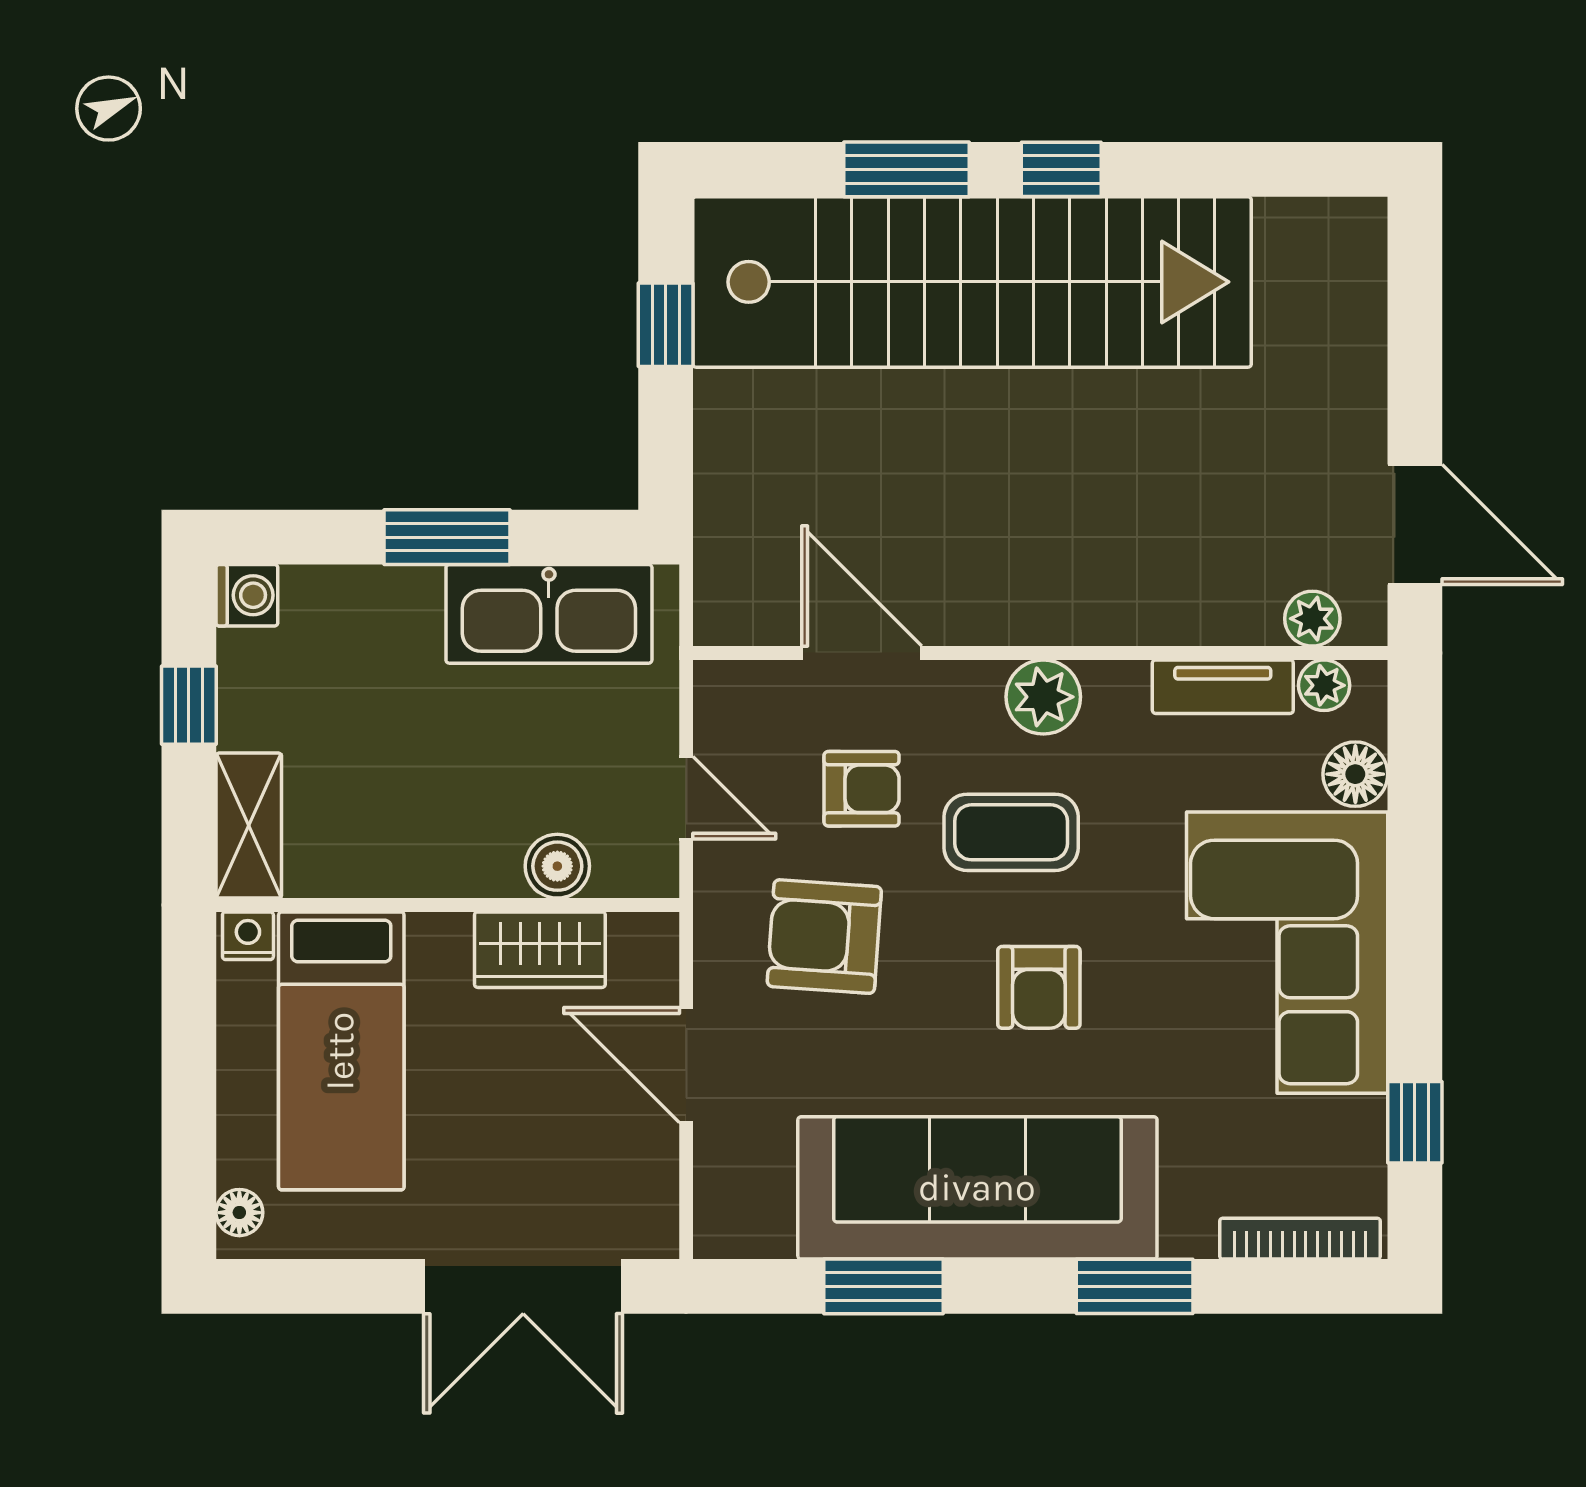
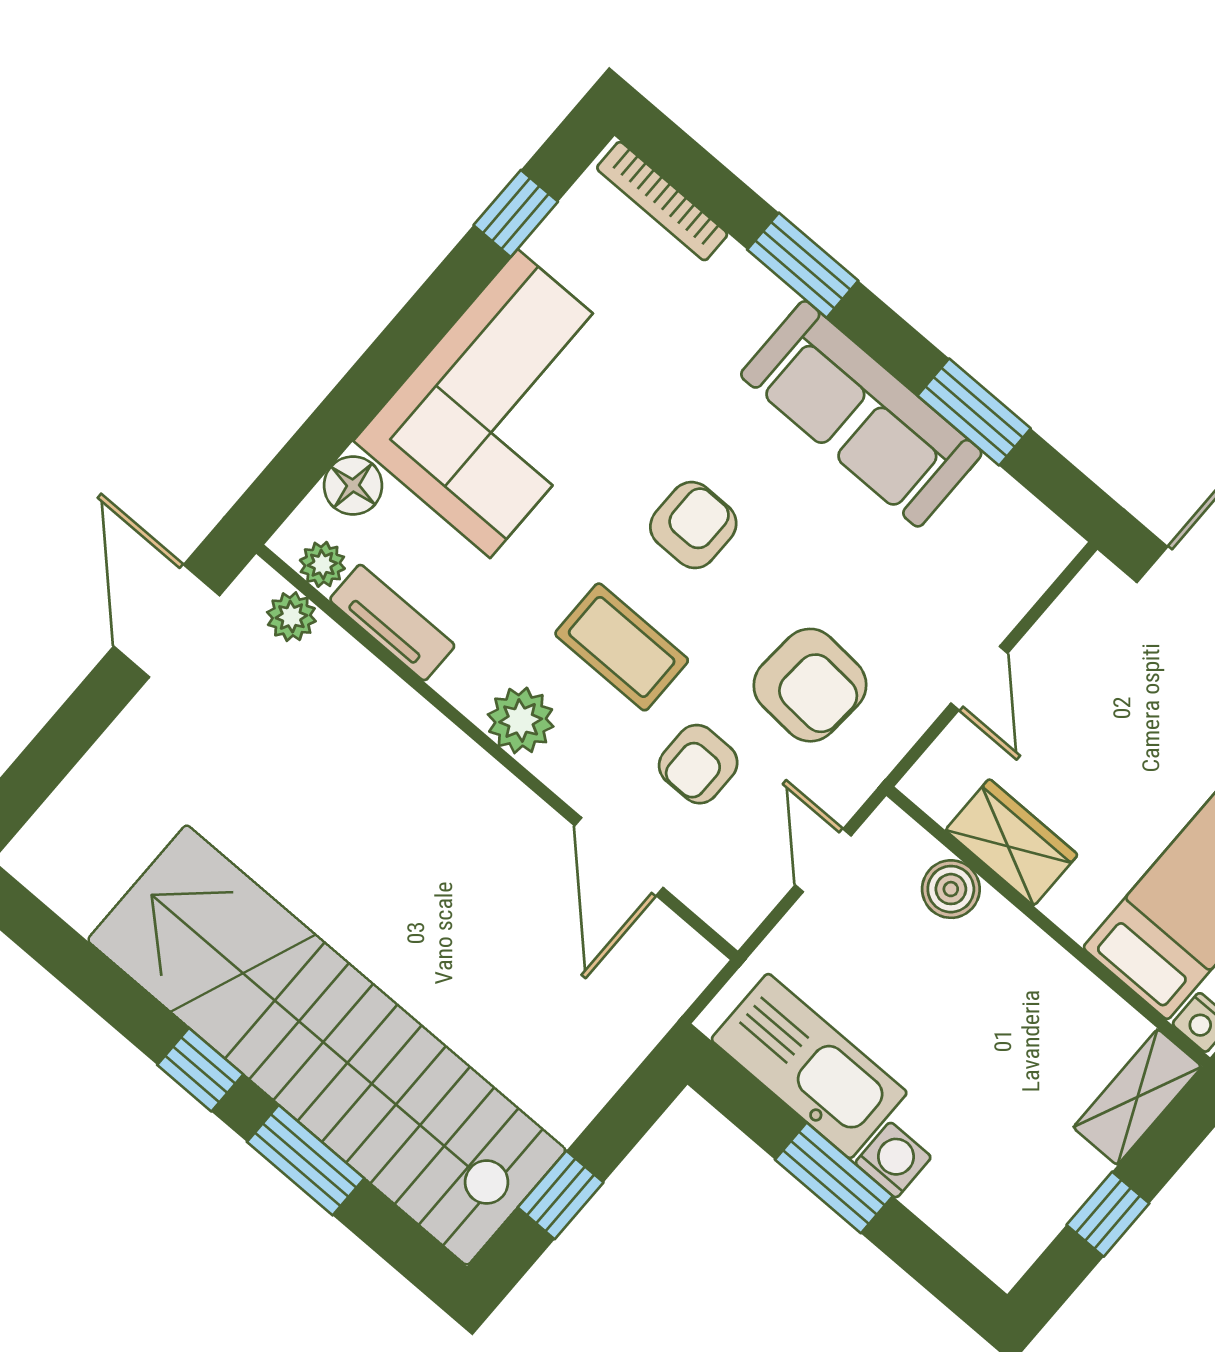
washing machine: (247, 595) -> (893, 1160), moved, turned 90
armchair: (862, 789) -> (698, 764), turned -90
door: (686, 1065) -> (979, 678), width x0.73
sofa: (977, 1188) -> (861, 414), width x0.74, depth x0.79

